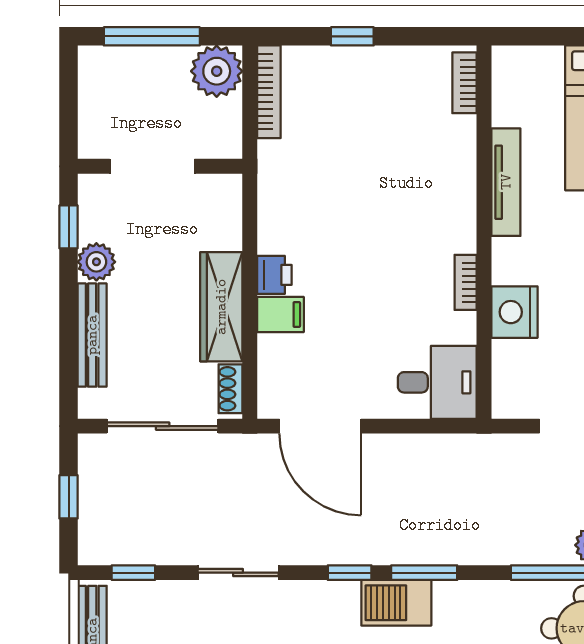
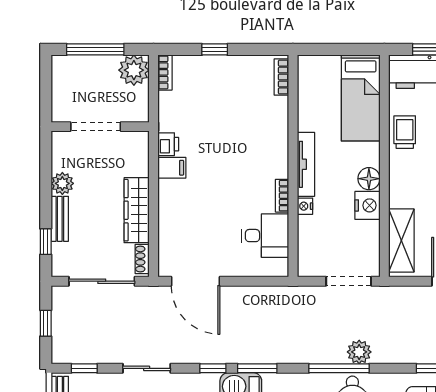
bookcase: (269, 92) -> (165, 72), width x0.64
tv unit: (506, 182) -> (306, 164), moved
window: (69, 227) -> (46, 242), moved
printer: (274, 275) -> (168, 144), moved
nightstand: (514, 312) -> (305, 206), width x0.53, depth x0.56
filing cabinet: (280, 314) -> (172, 168), moved
bench: (92, 335) -> (60, 219), width x0.73
desk: (437, 382) -> (265, 236), moved

